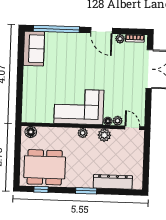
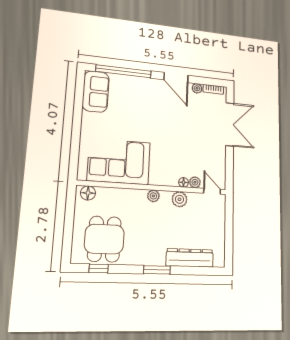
corner sofa: (79, 107) -> (119, 162), moved
dining table: (45, 167) -> (104, 239), width x0.73

